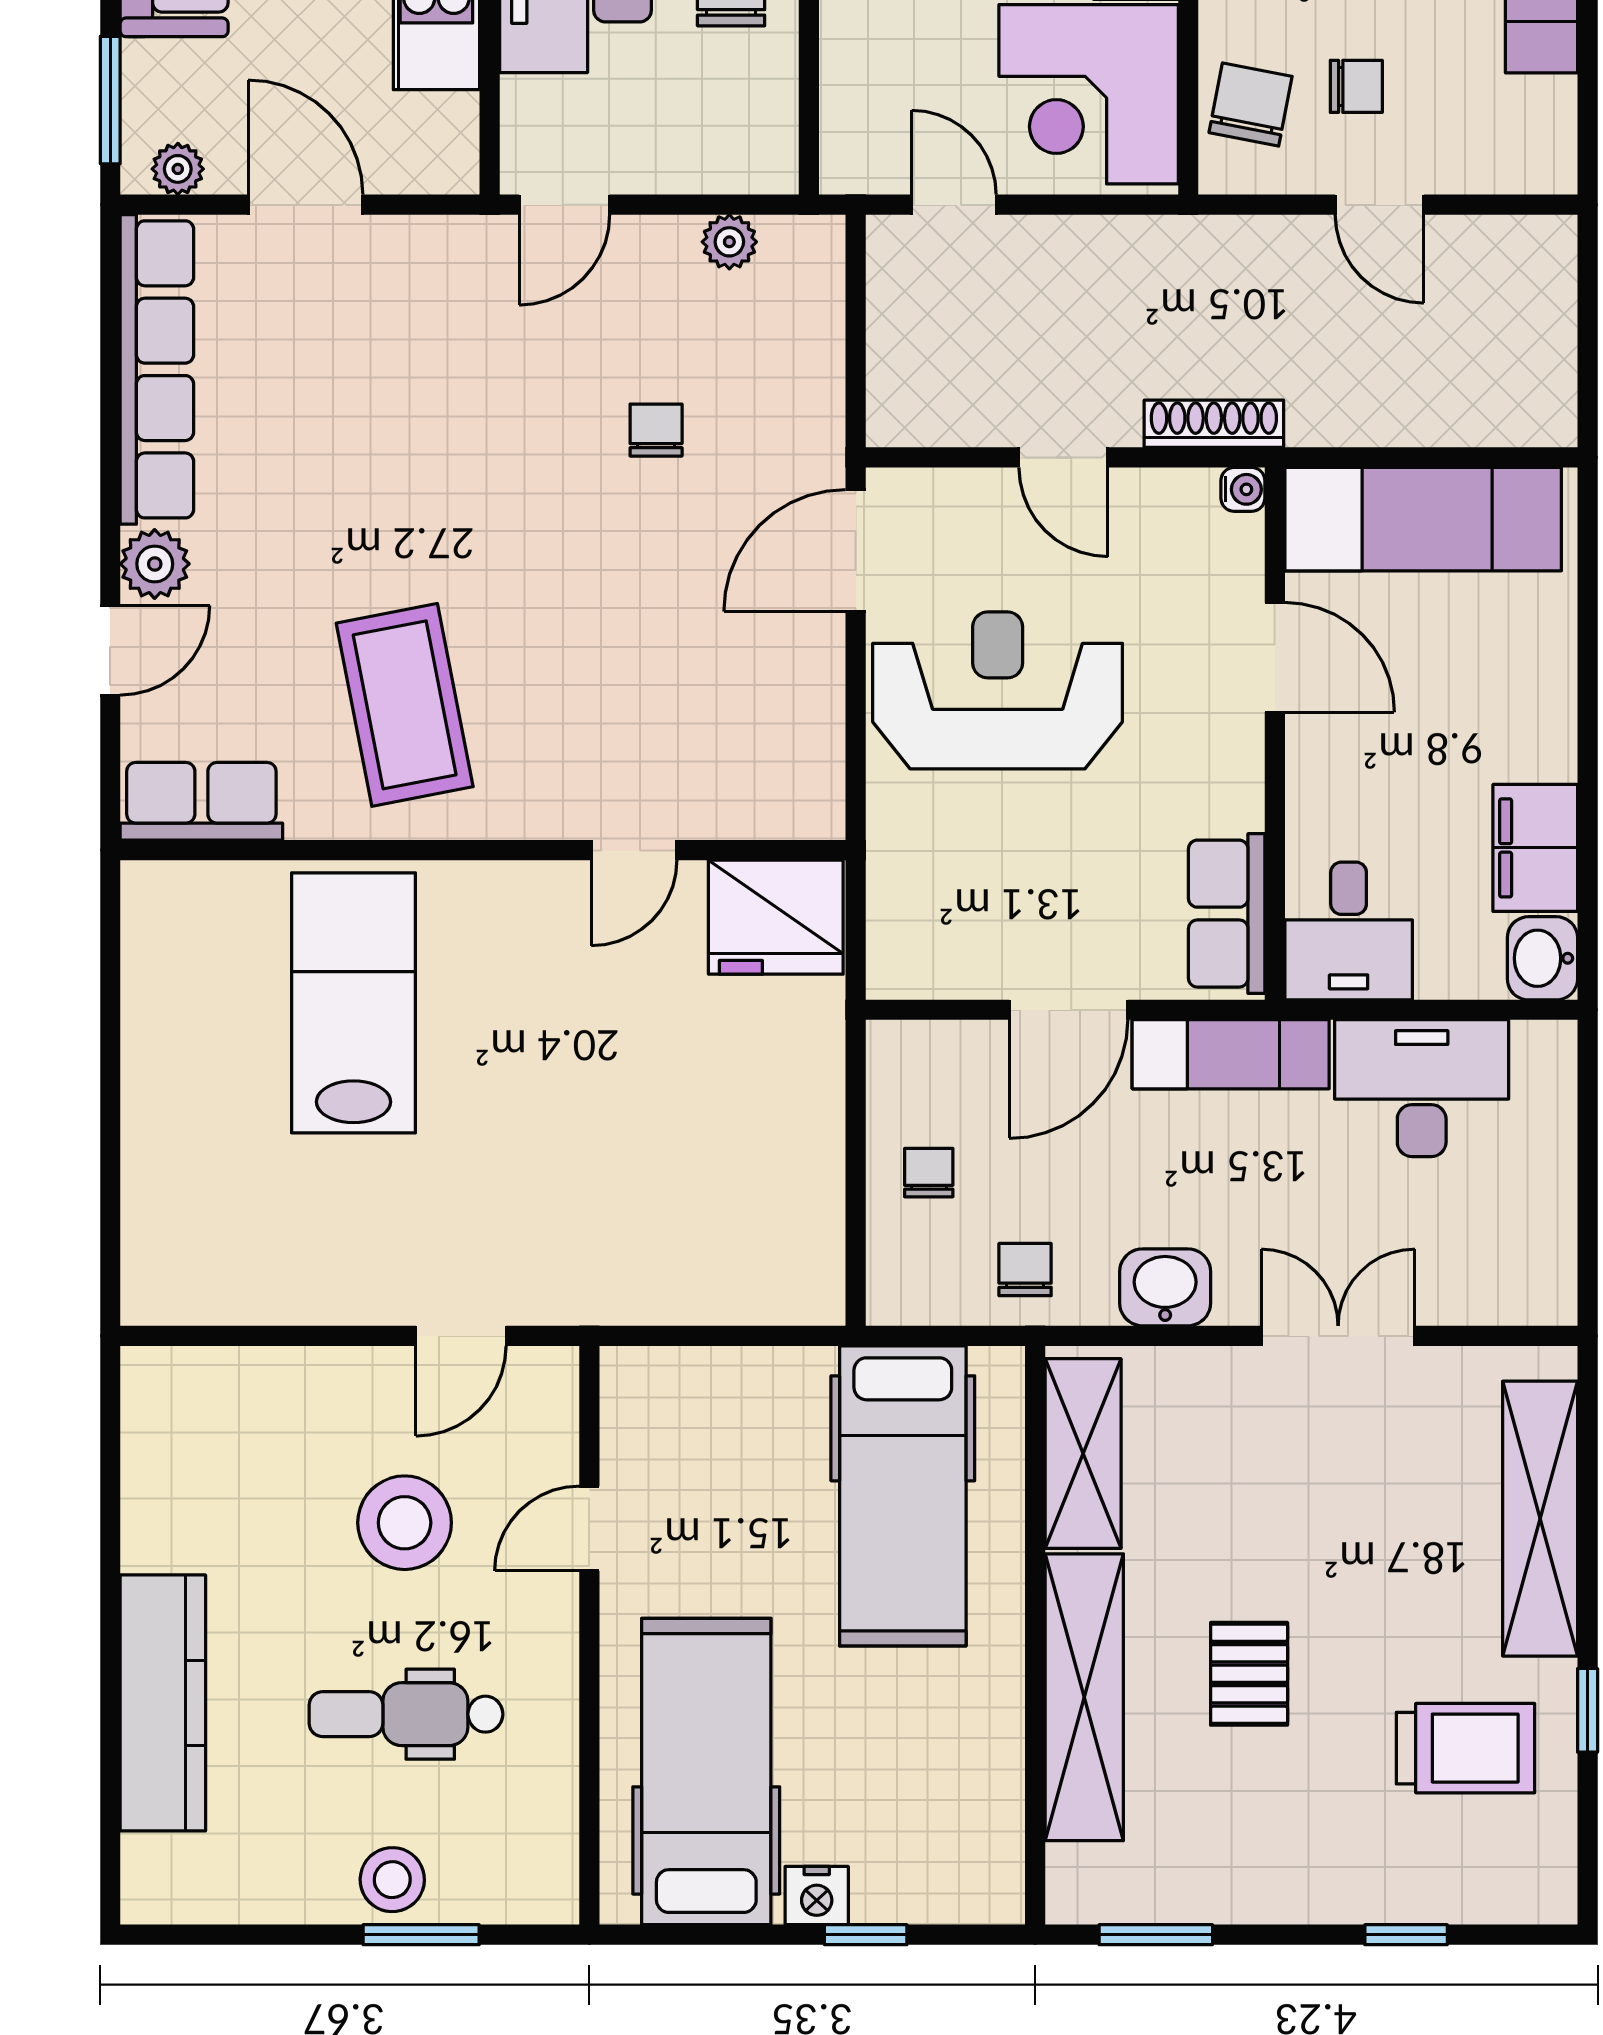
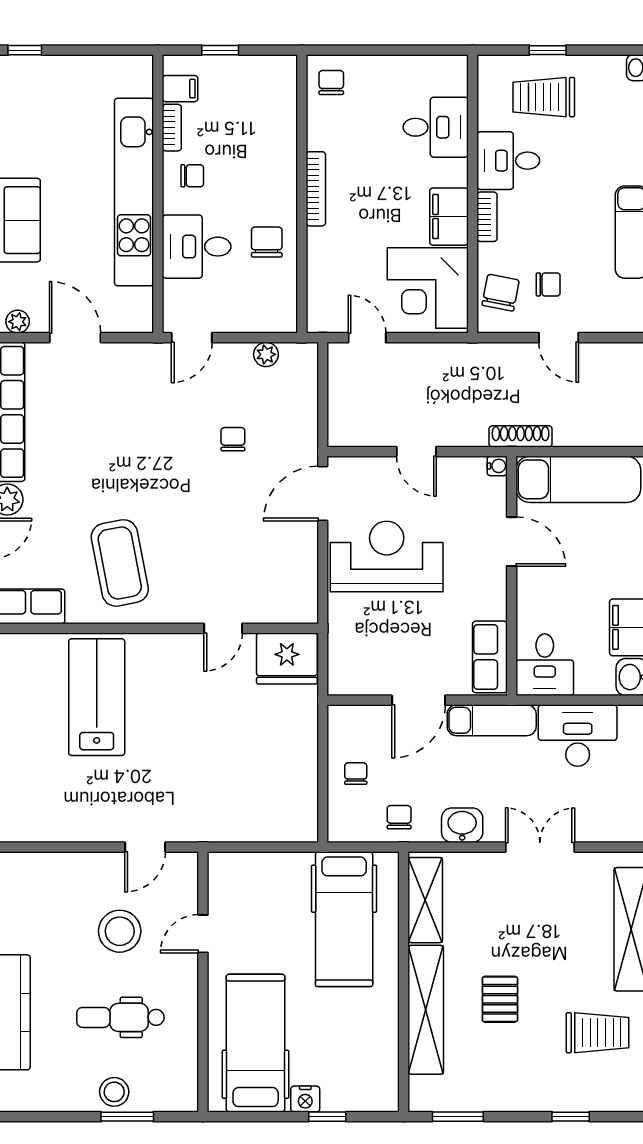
shoe rack: (1214, 424) -> (521, 436), moved

